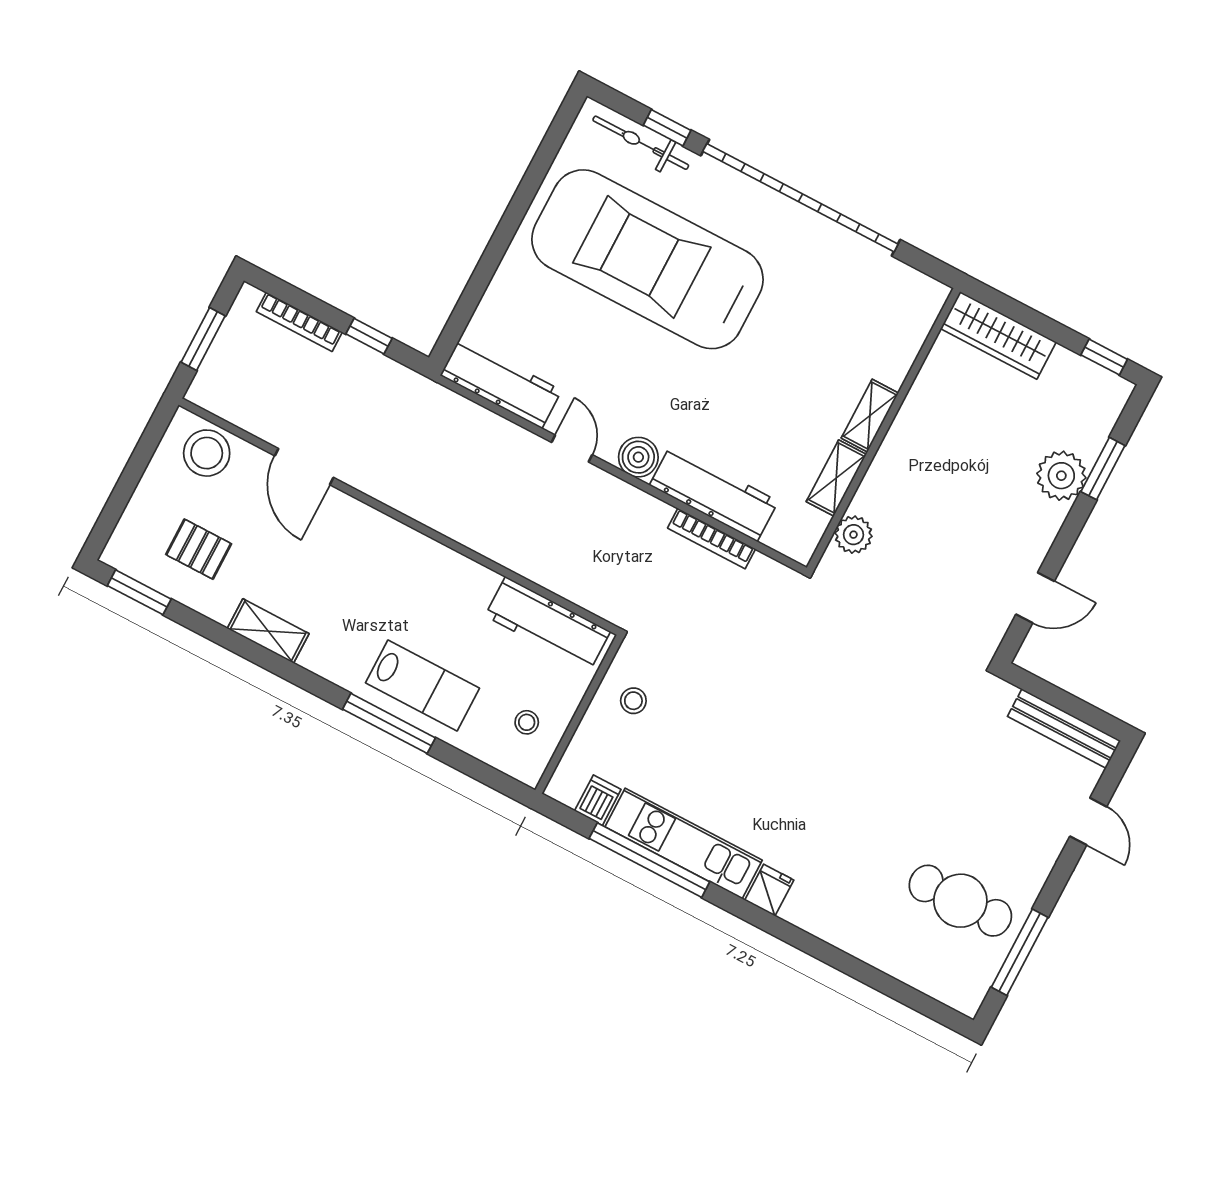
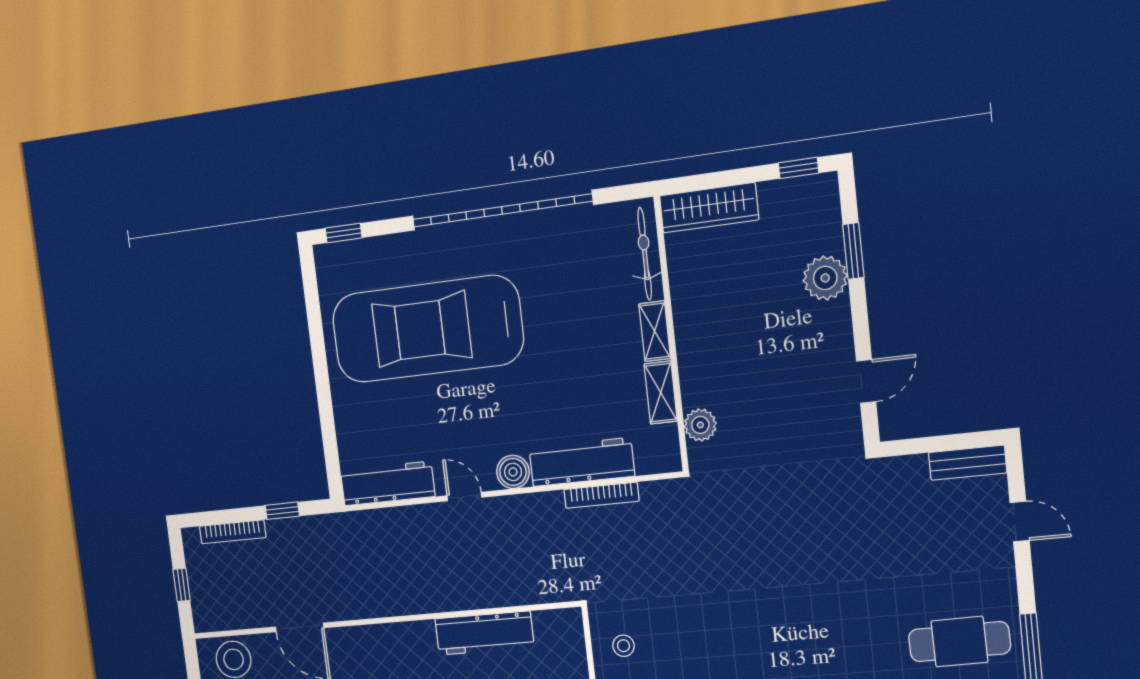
window: (667, 128) -> (344, 233), moved
bicycle: (641, 143) -> (645, 254), moved, turned 90
window: (203, 339) -> (182, 585), width x0.67
workbench: (548, 624) -> (484, 633), moved
bench: (1064, 729) -> (968, 463), width x0.73

